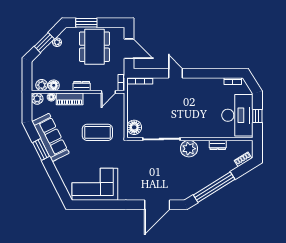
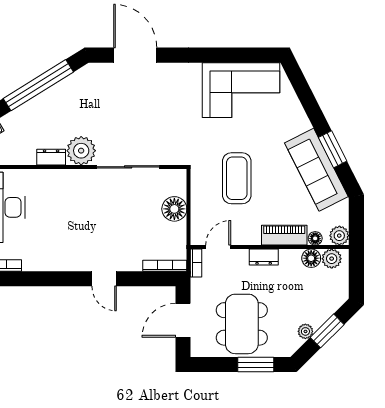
door: (129, 49) -> (183, 320), hinge flipped
floor lamp: (134, 127) -> (174, 209), moved
coffee table: (97, 132) -> (237, 178), turned 90
dresser: (218, 145) -> (51, 157), moved
door: (157, 205) -> (135, 55), hinge flipped

